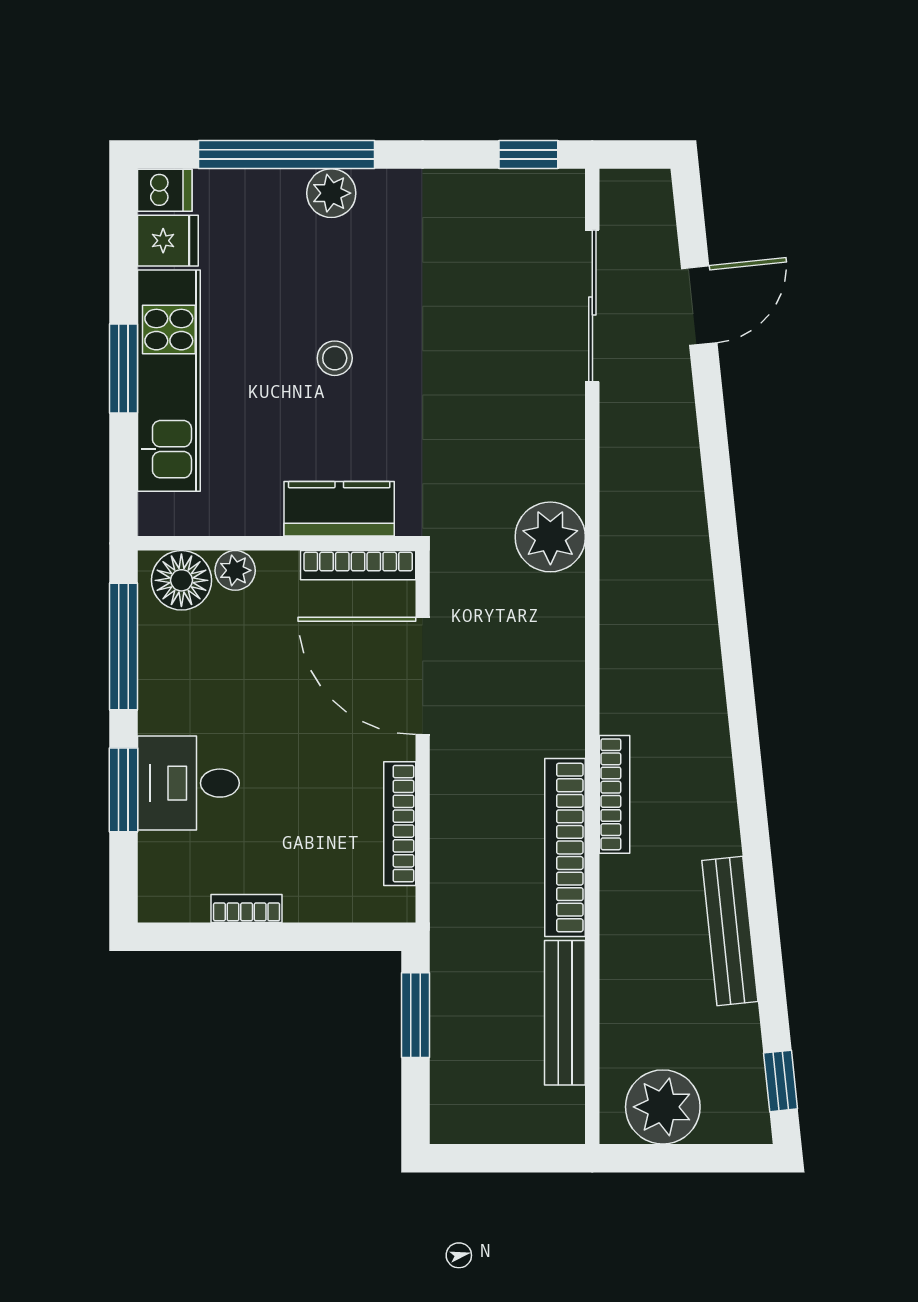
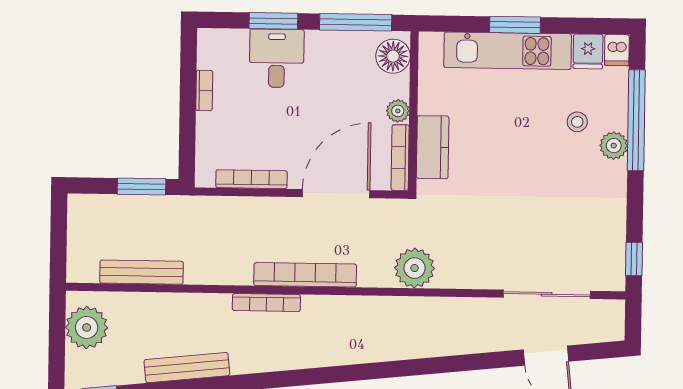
stool: (335, 358) -> (577, 122), moved
plant: (235, 570) -> (398, 111), moved
bookcase: (565, 847) -> (305, 275), moved

